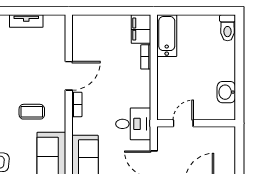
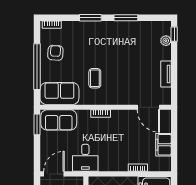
filing cabinet: (141, 29) -> (163, 145), moved, turned -90
door: (69, 76) -> (148, 107), moved

